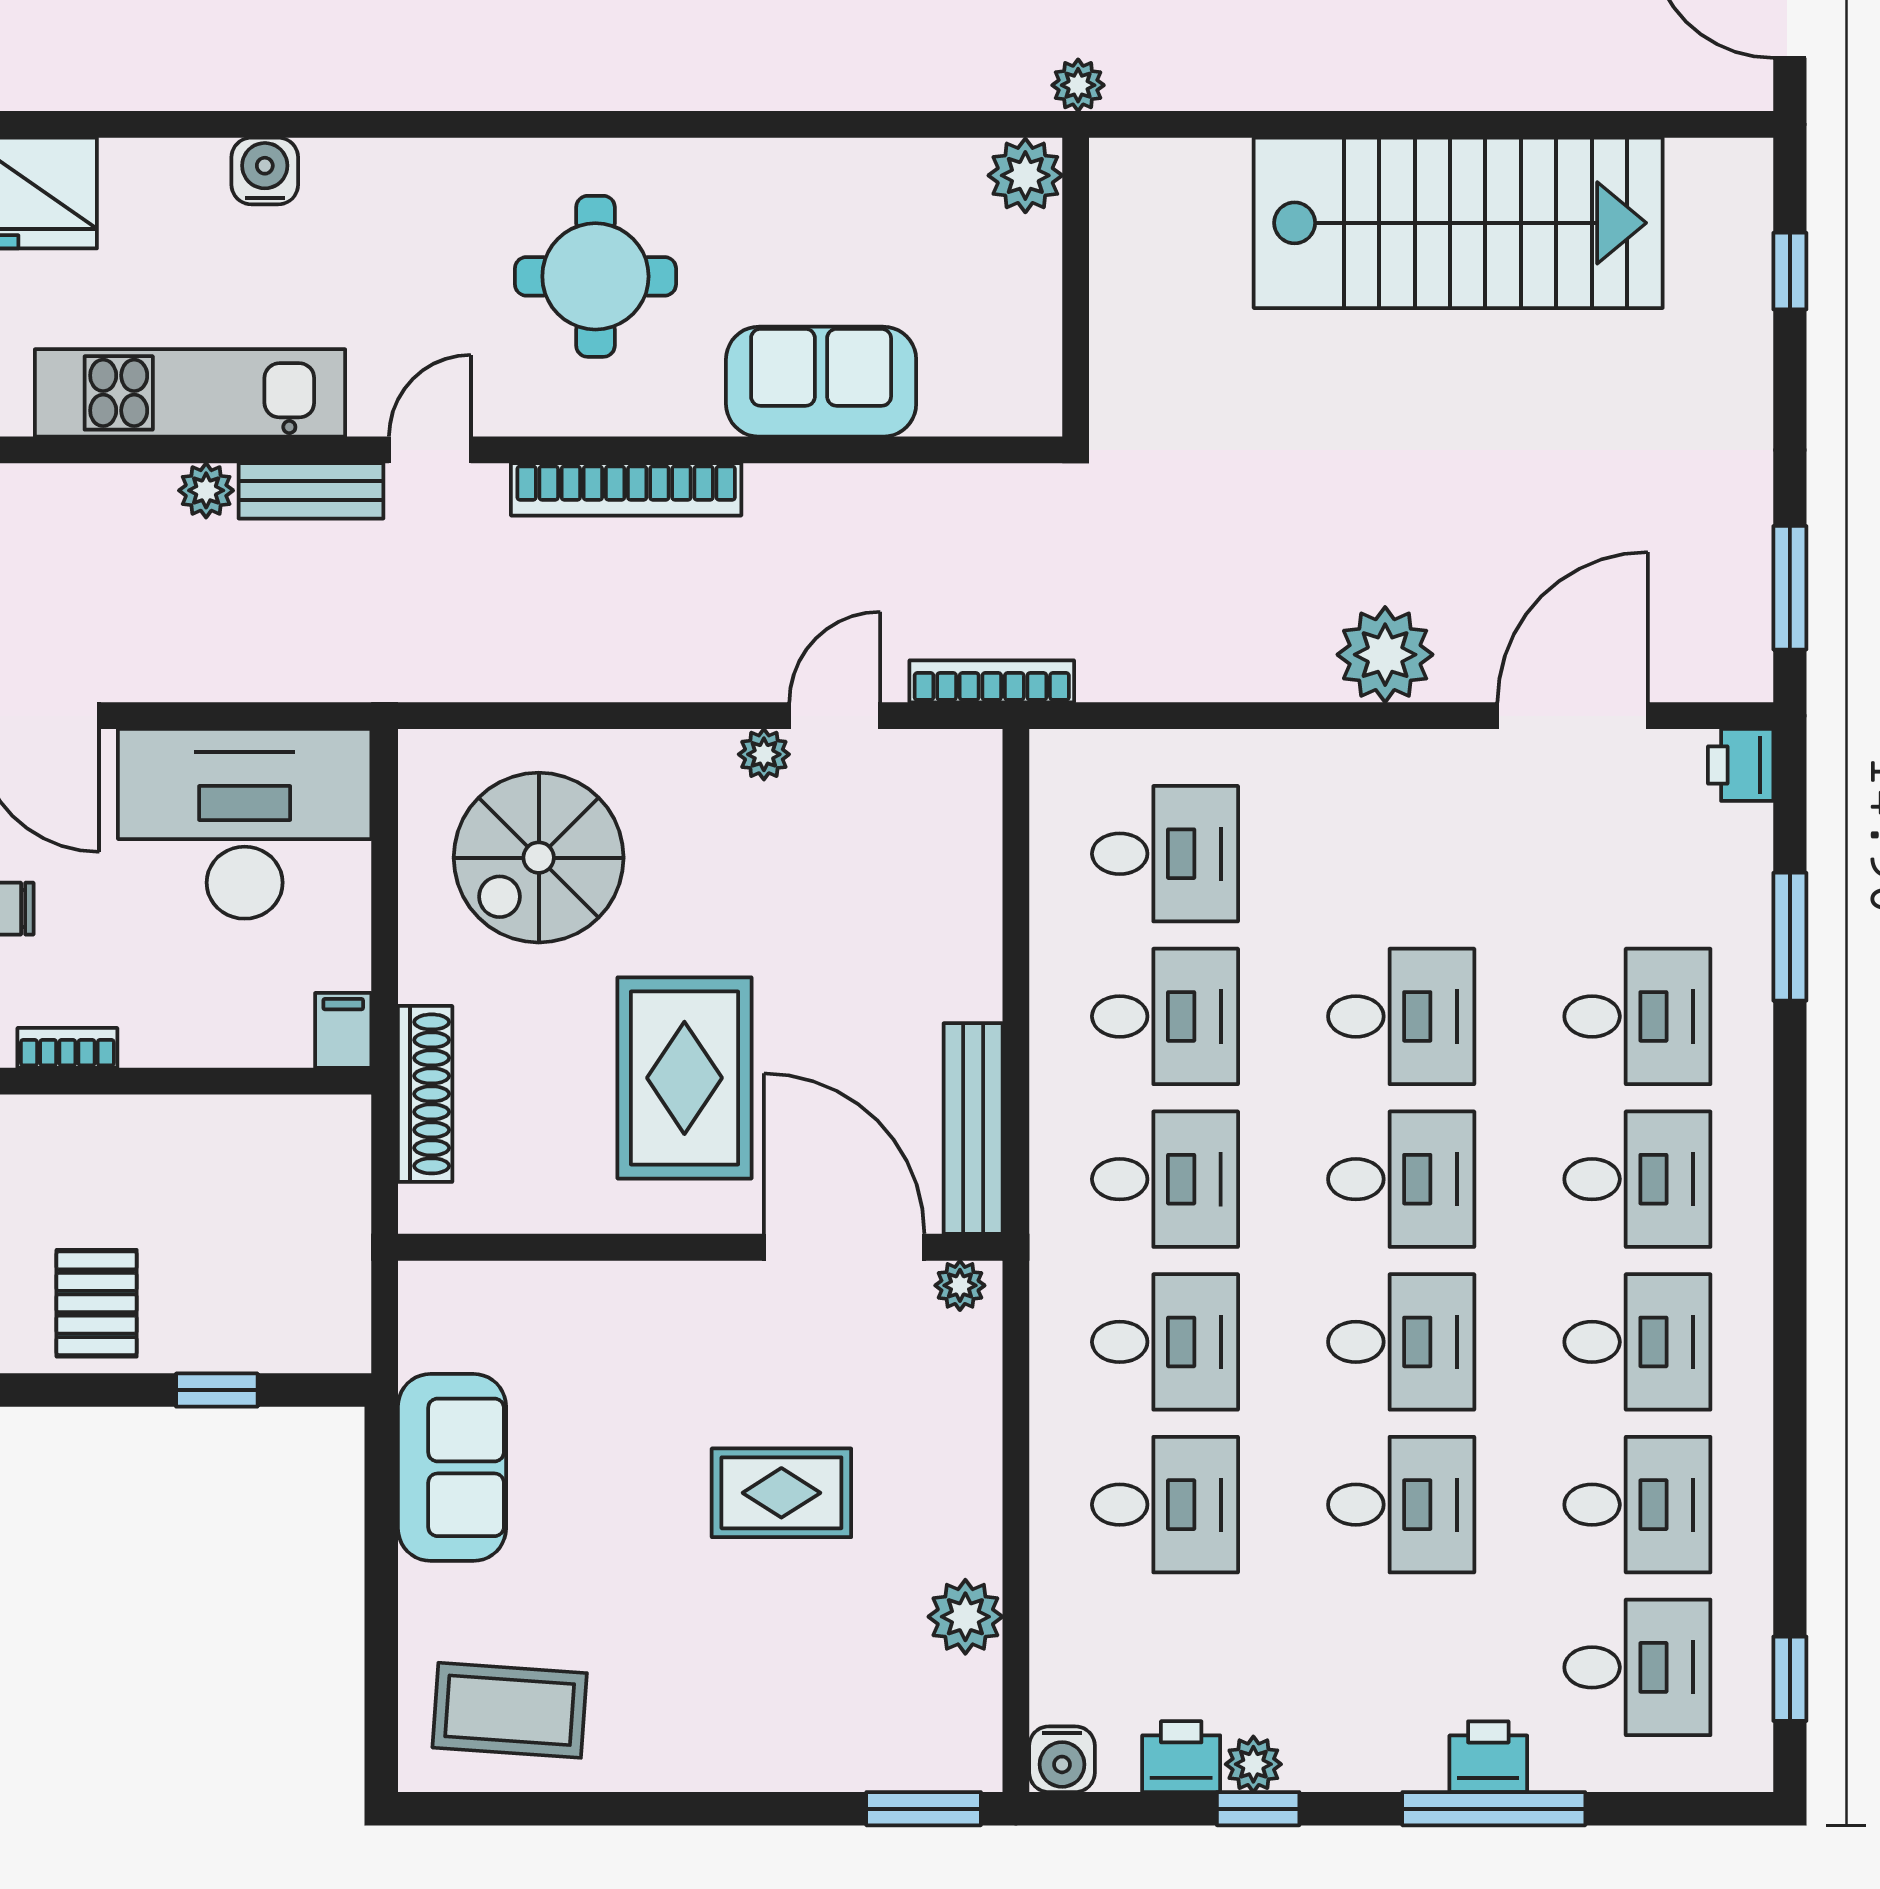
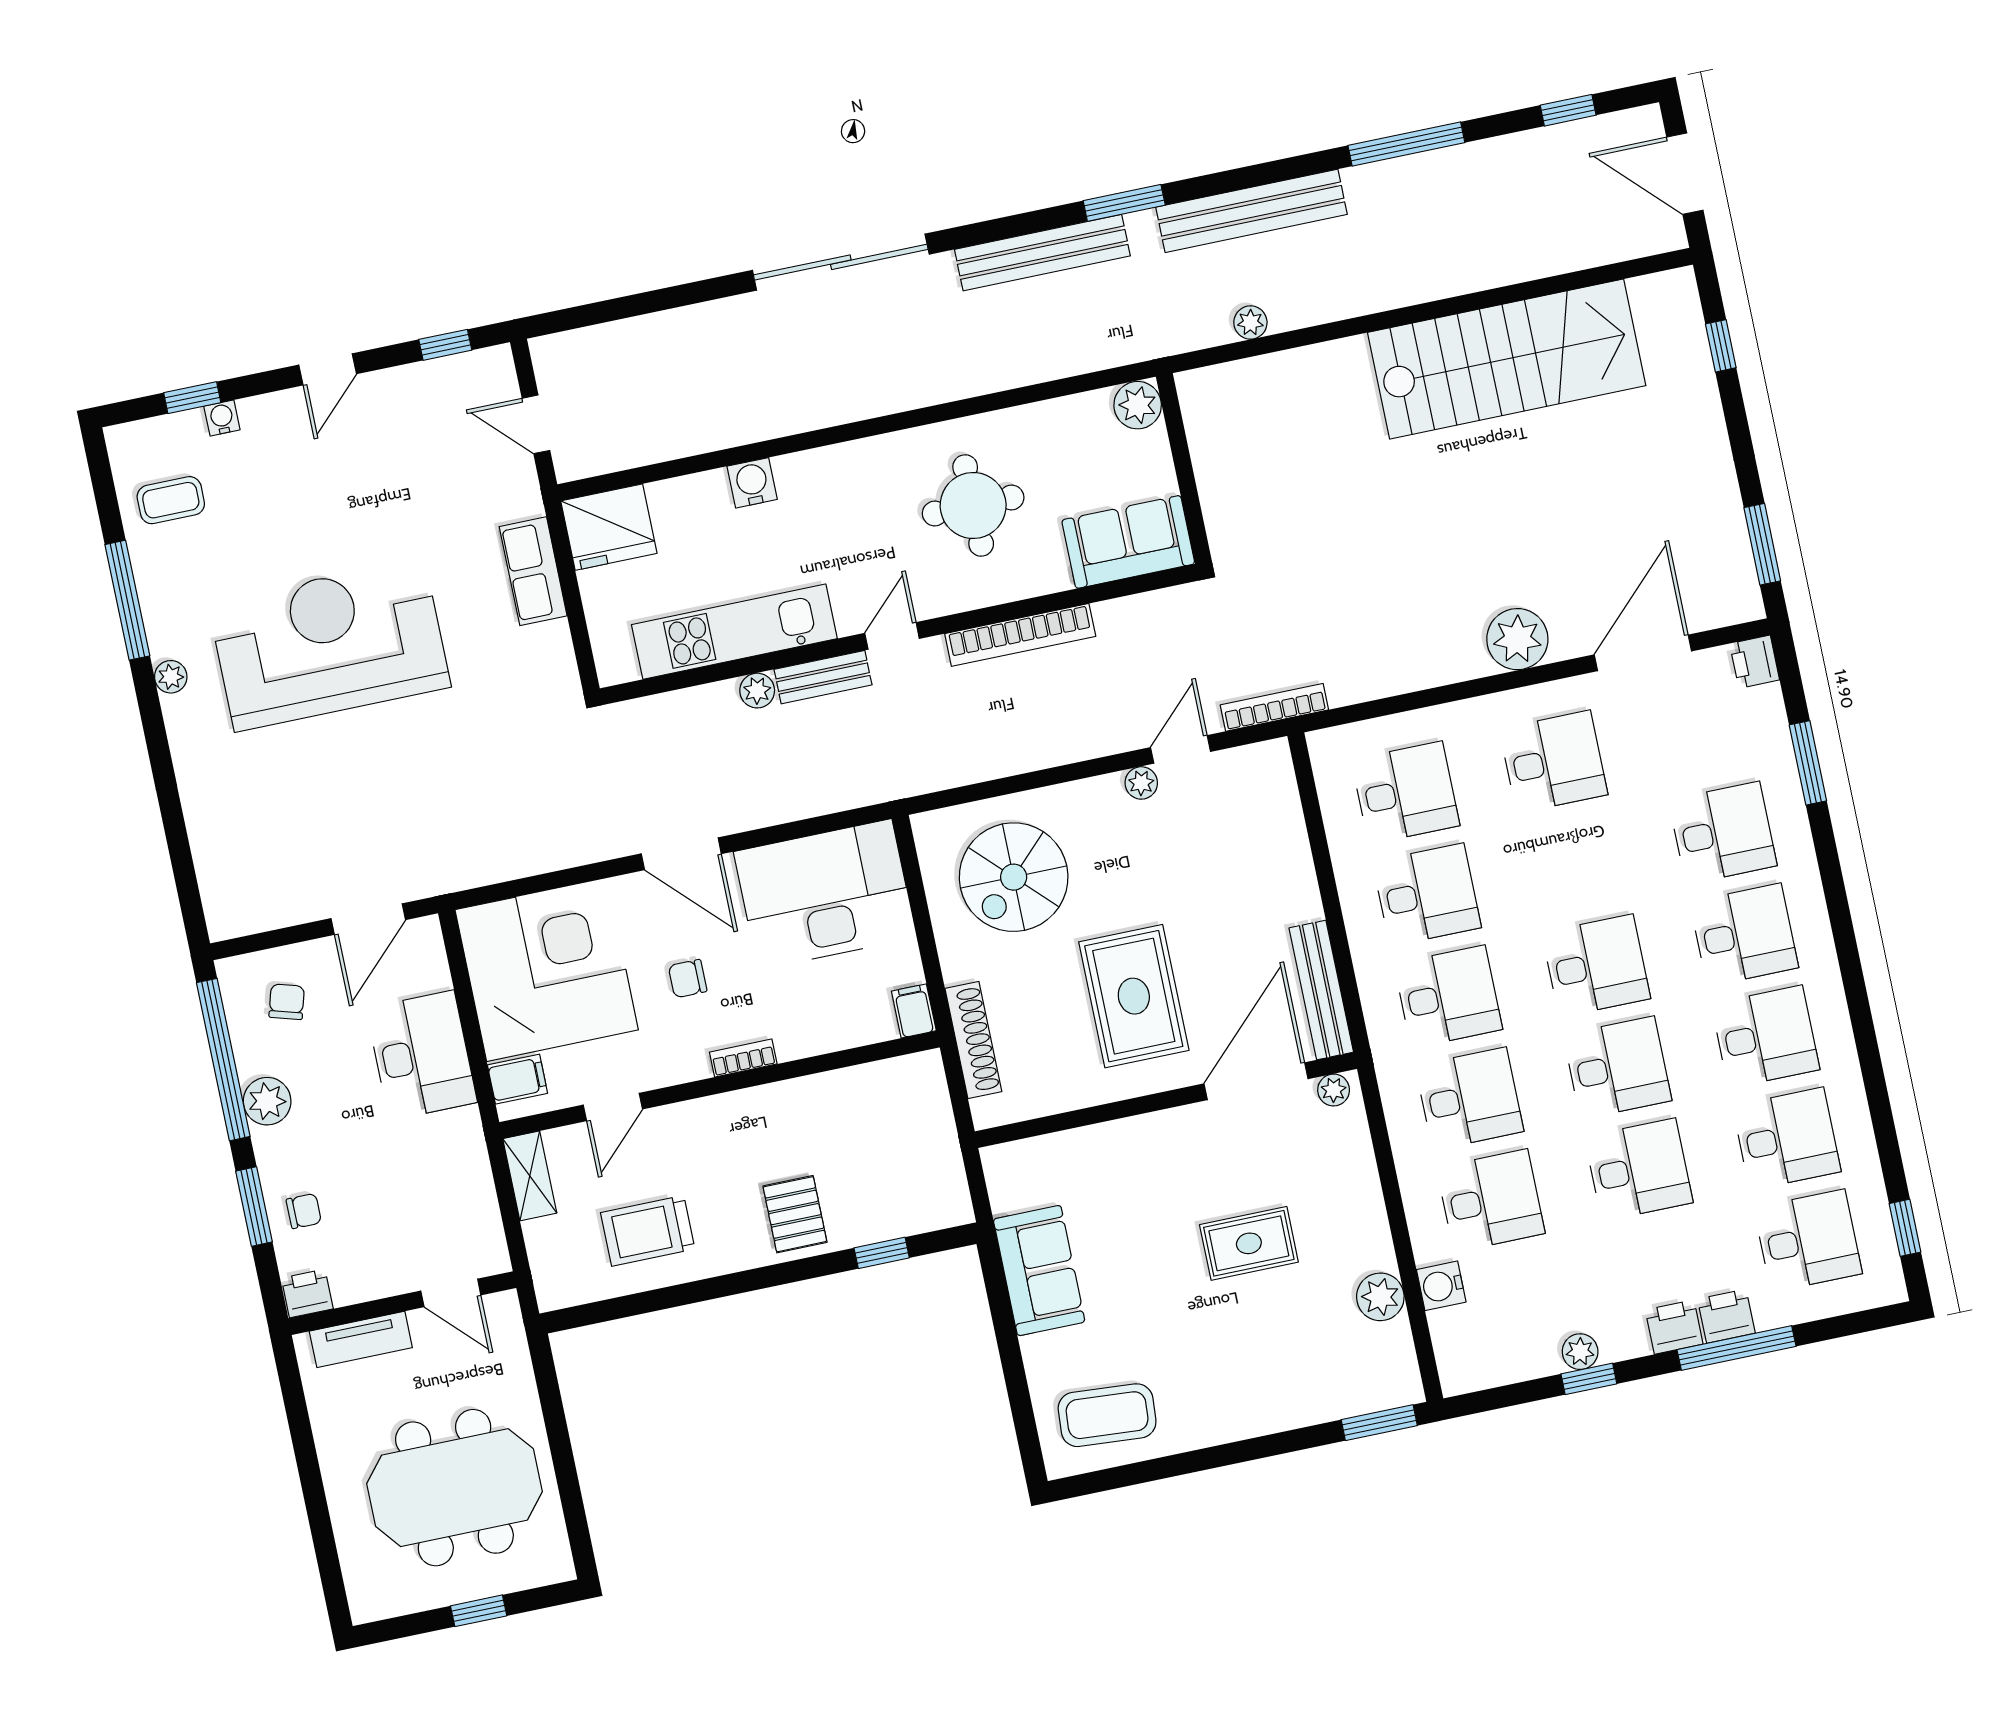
plant: (1025, 175) -> (1138, 405), moved
wall: (1076, 287) -> (1184, 469), moved
desk: (1401, 1016) -> (1554, 762), moved
door: (844, 1247) -> (1256, 1081), hinge flipped
printer: (1181, 1757) -> (1674, 1327), moved
water cooler: (1062, 1759) -> (1441, 1286), moved, turned 90

